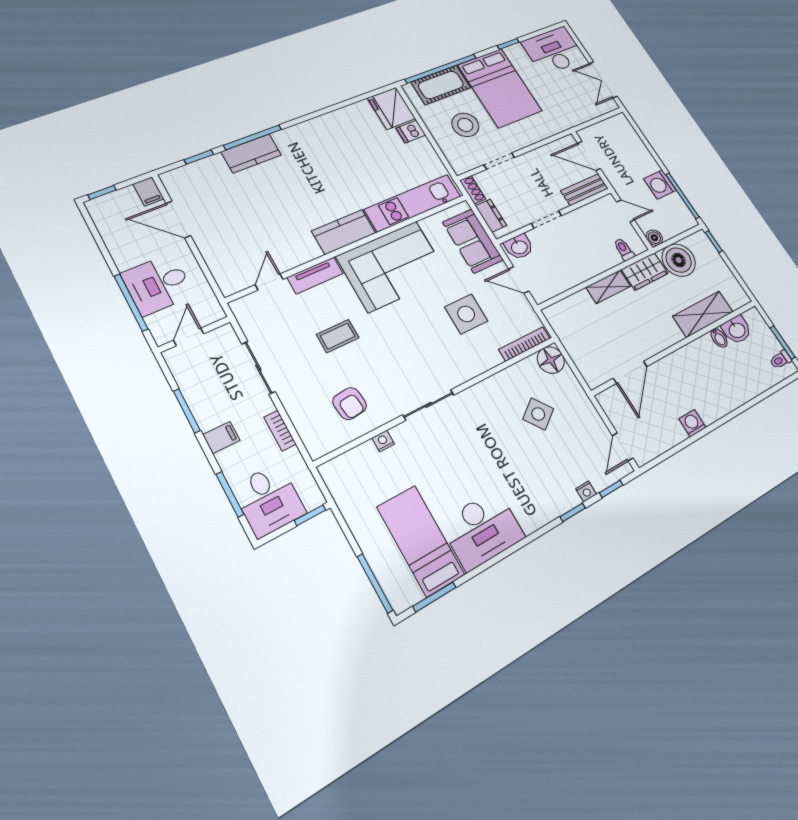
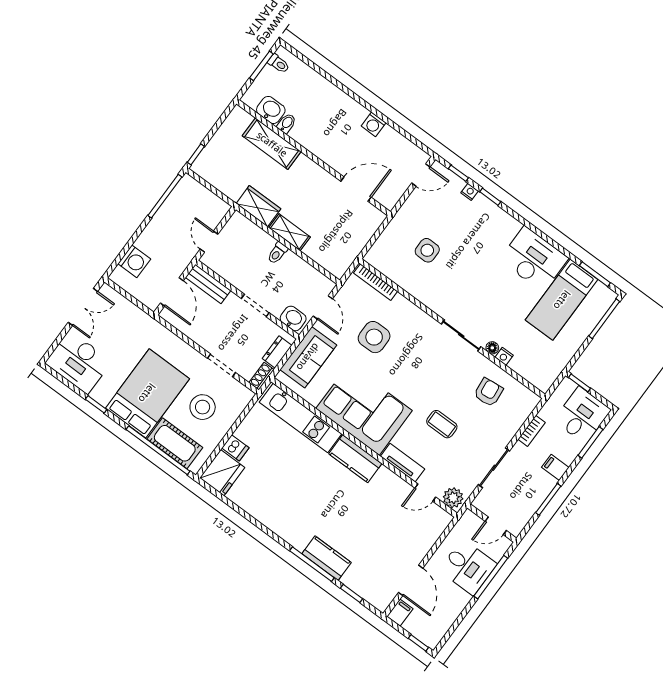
washing machine: (660, 185) -> (134, 261), moved
boiler: (654, 238) -> (221, 208), removed
toilet: (624, 249) -> (277, 253), moved
boiler: (679, 260) -> (231, 180), removed
plant: (247, 307) -> (453, 498), added
floor lamp: (551, 360) -> (492, 348), moved, width x0.53, depth x0.53
side table: (538, 414) -> (427, 250), turned 36

